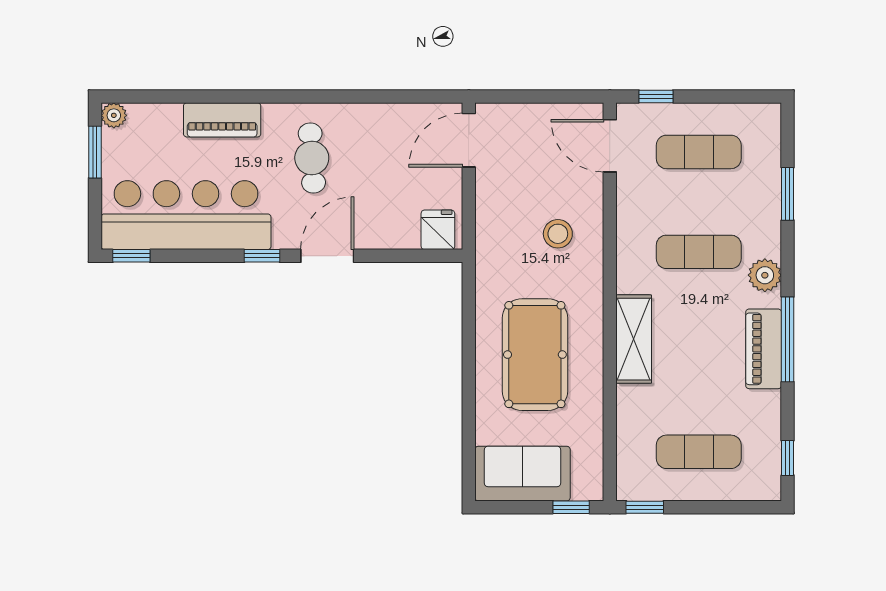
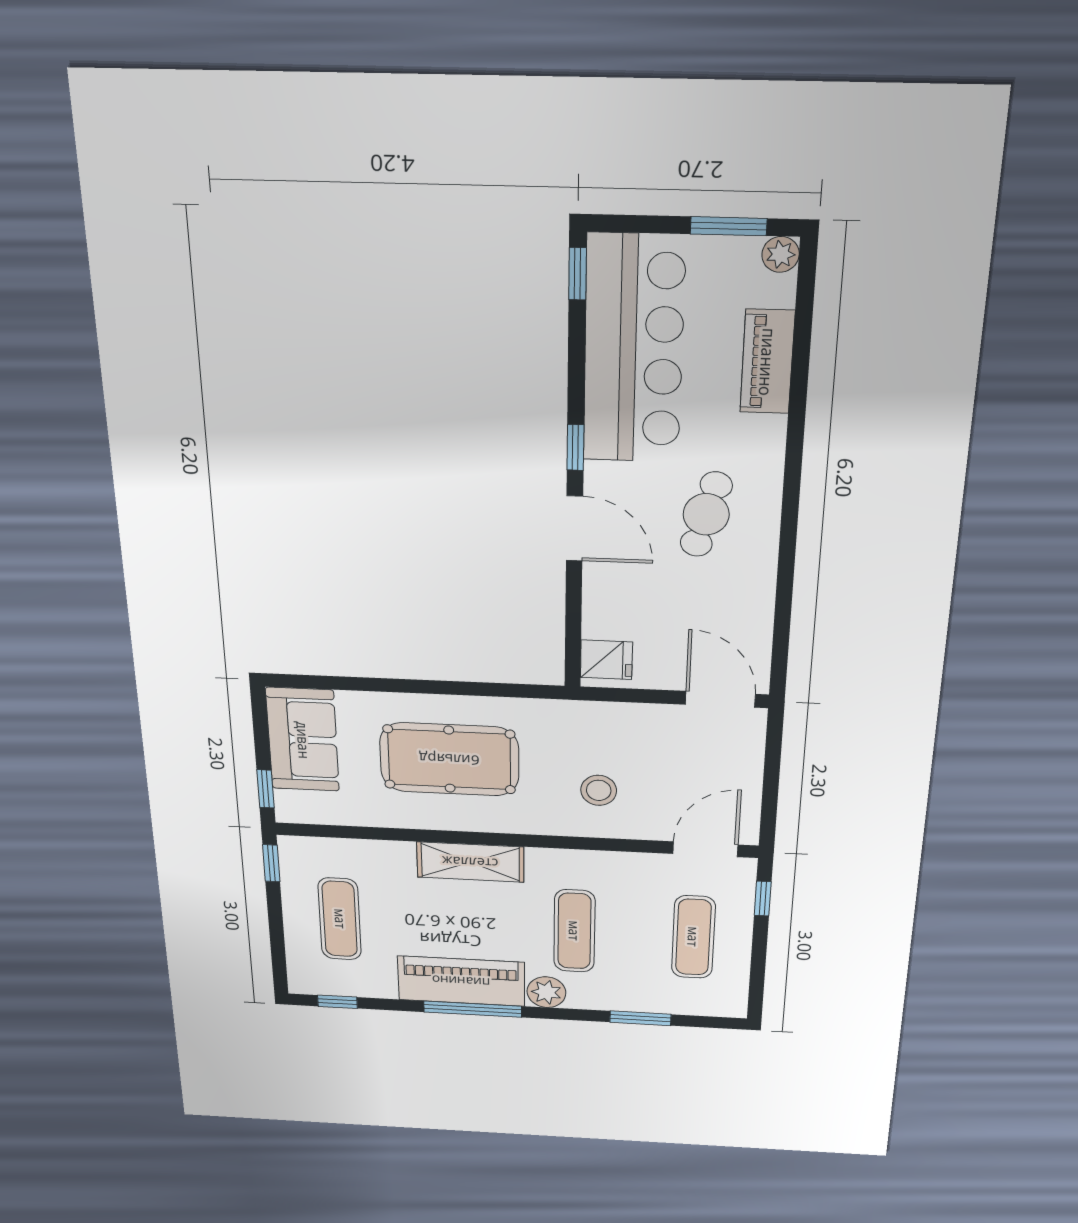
piano: (222, 120) -> (767, 362), moved
cafe table: (312, 158) -> (706, 514), turned -71
piano: (764, 349) -> (461, 981), width x1.37, depth x1.33

